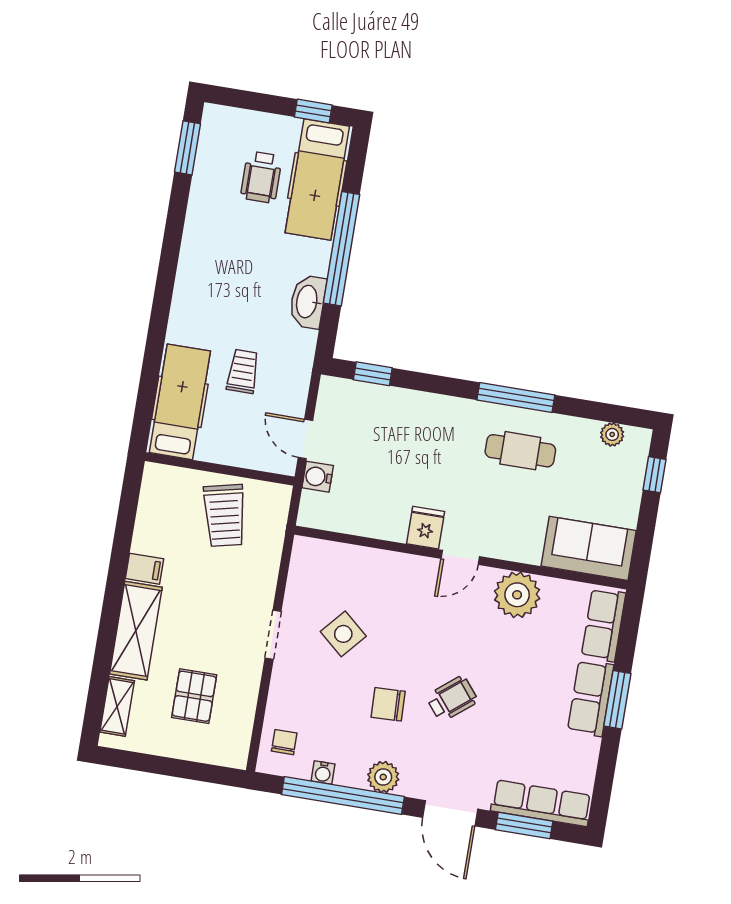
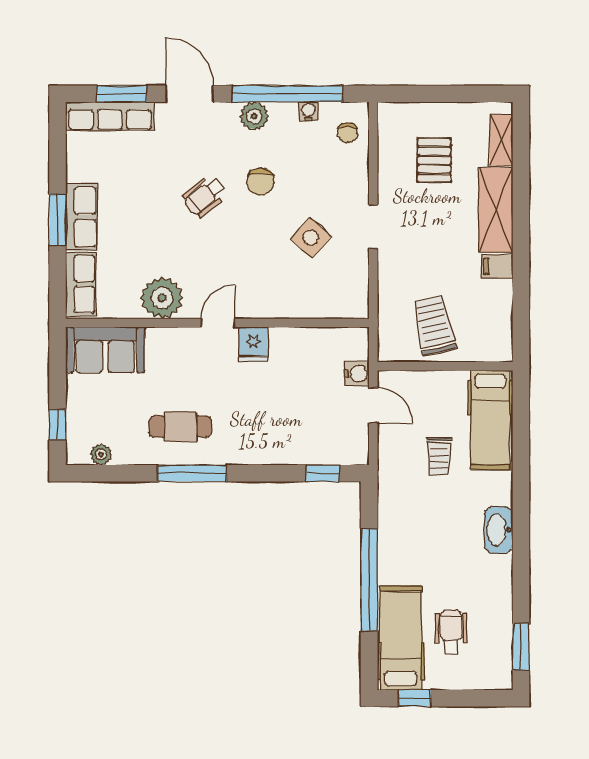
washbasin: (308, 302) -> (499, 530), moved, turned 180
chair: (388, 704) -> (261, 182), turned 92

